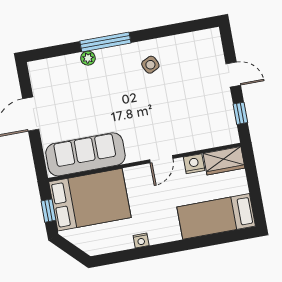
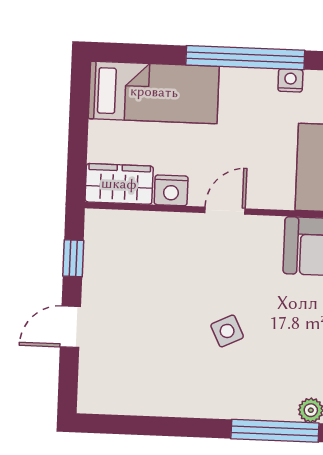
side table: (150, 65) -> (227, 331), moved
door: (233, 75) -> (70, 327), hinge flipped
window: (169, 248) -> (245, 58), added

